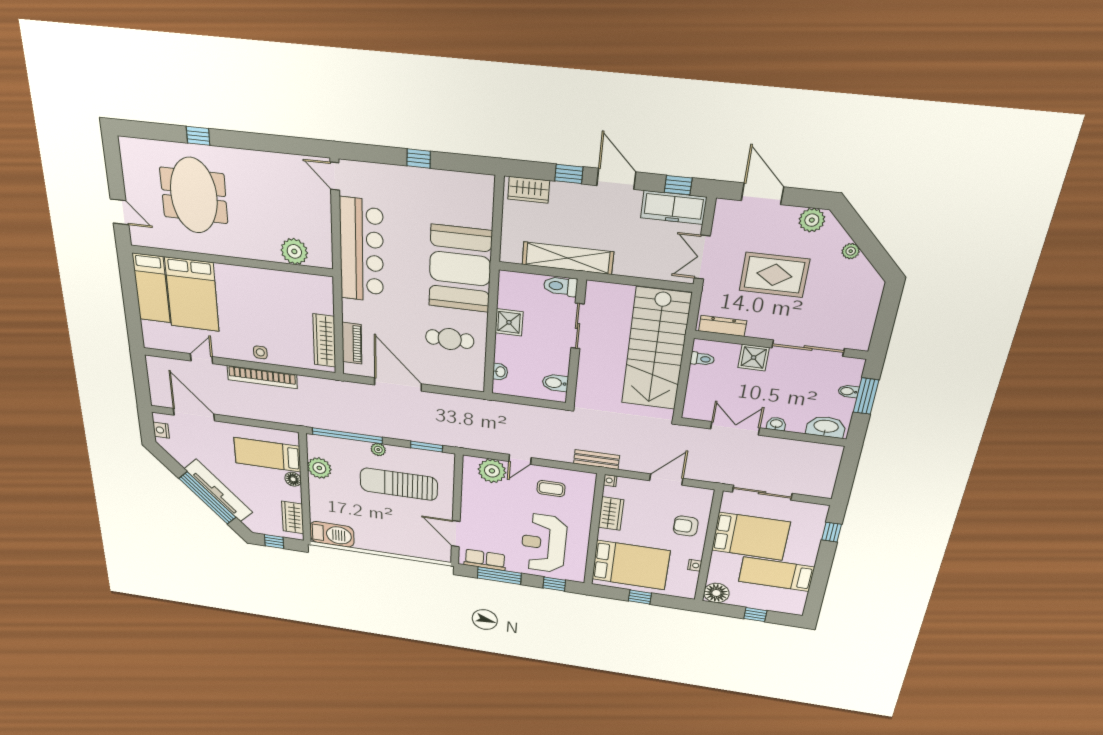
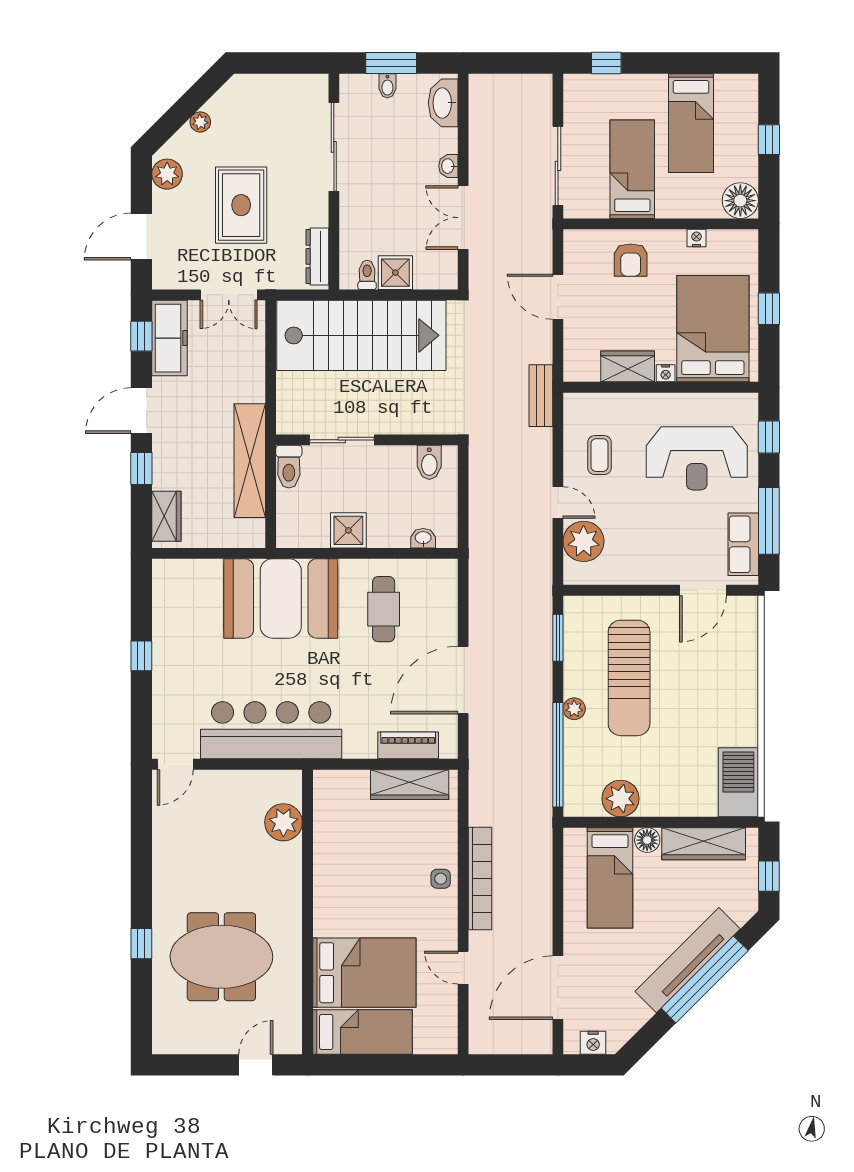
shower: (754, 358) -> (395, 273), moved
nightstand: (610, 481) -> (666, 373), moved
wardrobe: (293, 517) -> (704, 844), width x1.50
bed: (750, 536) -> (632, 169), width x0.67

